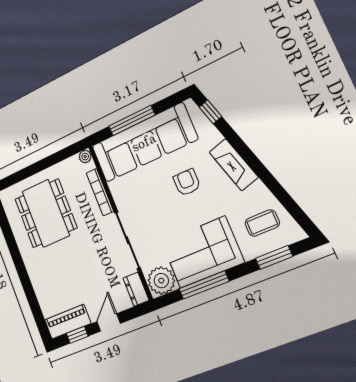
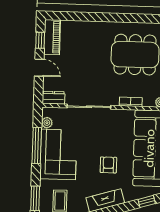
armchair: (187, 182) -> (108, 165), turned -90
bookcase: (100, 192) -> (131, 102), width x0.64
plant: (161, 281) -> (47, 123), width x0.53, depth x0.53

